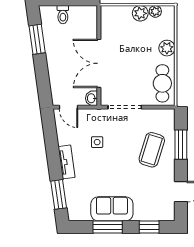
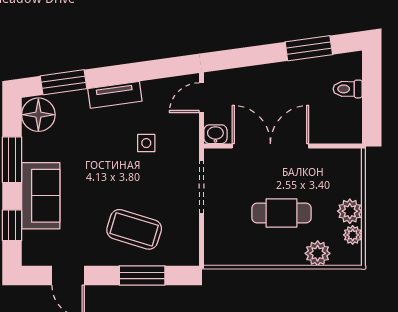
plant: (167, 48) -> (318, 253), moved
cafe table: (162, 83) -> (281, 213), moved
sofa: (112, 209) -> (41, 196), moved
floor lamp: (79, 210) -> (38, 115), added

